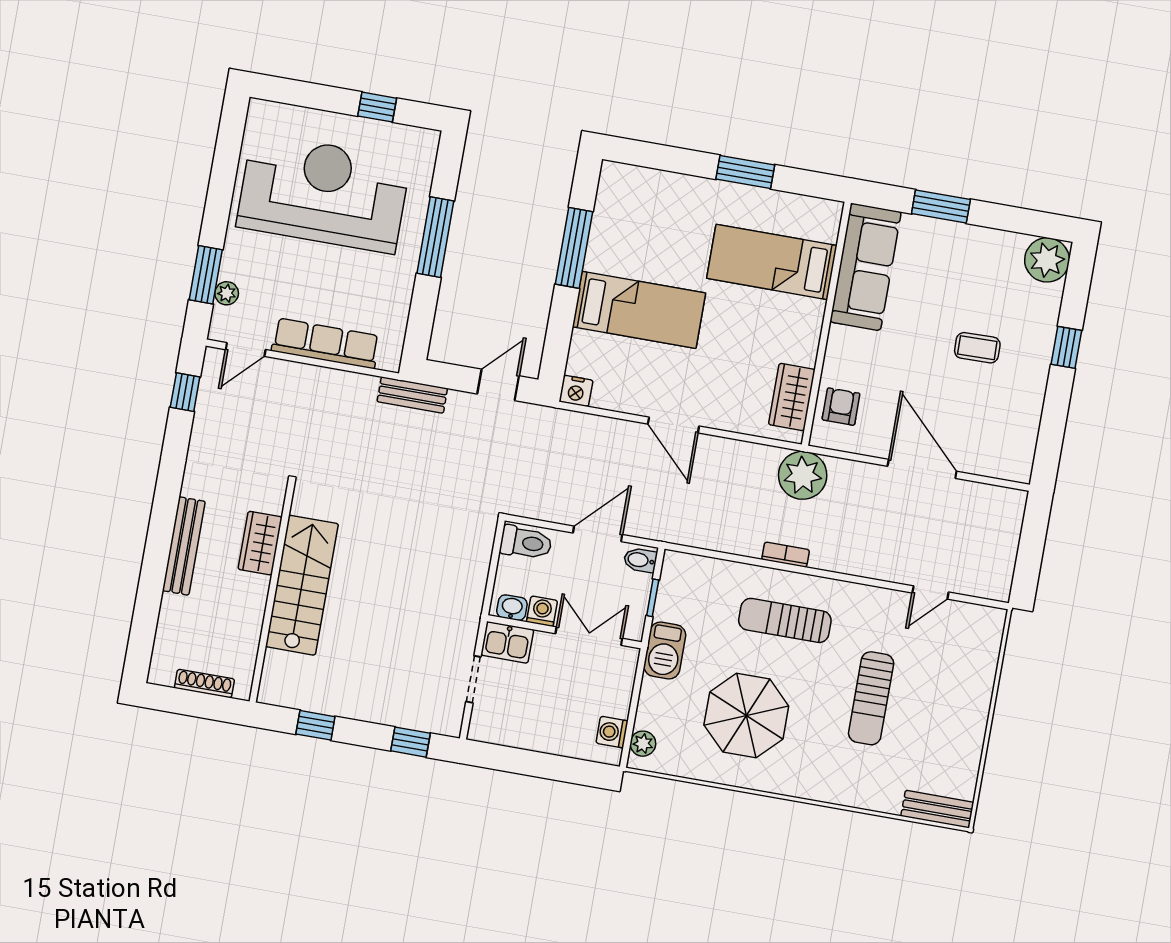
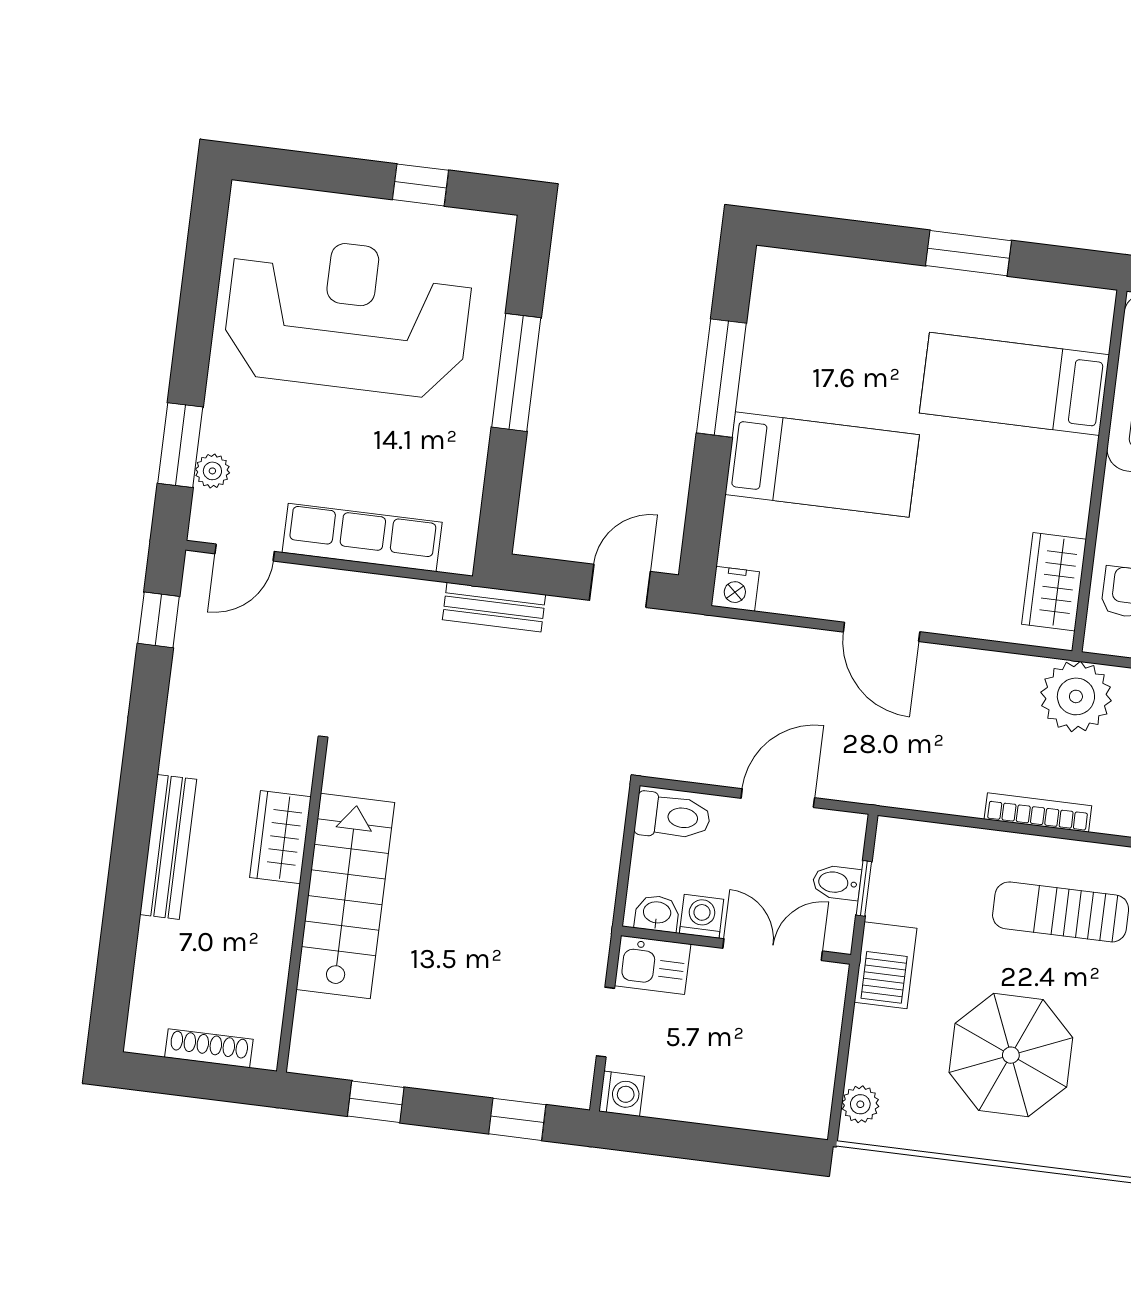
bookcase: (786, 555) -> (1038, 812), width x1.56
bidet: (640, 560) -> (837, 882), moved
washing machine: (612, 732) -> (622, 1094), moved, turned 180

